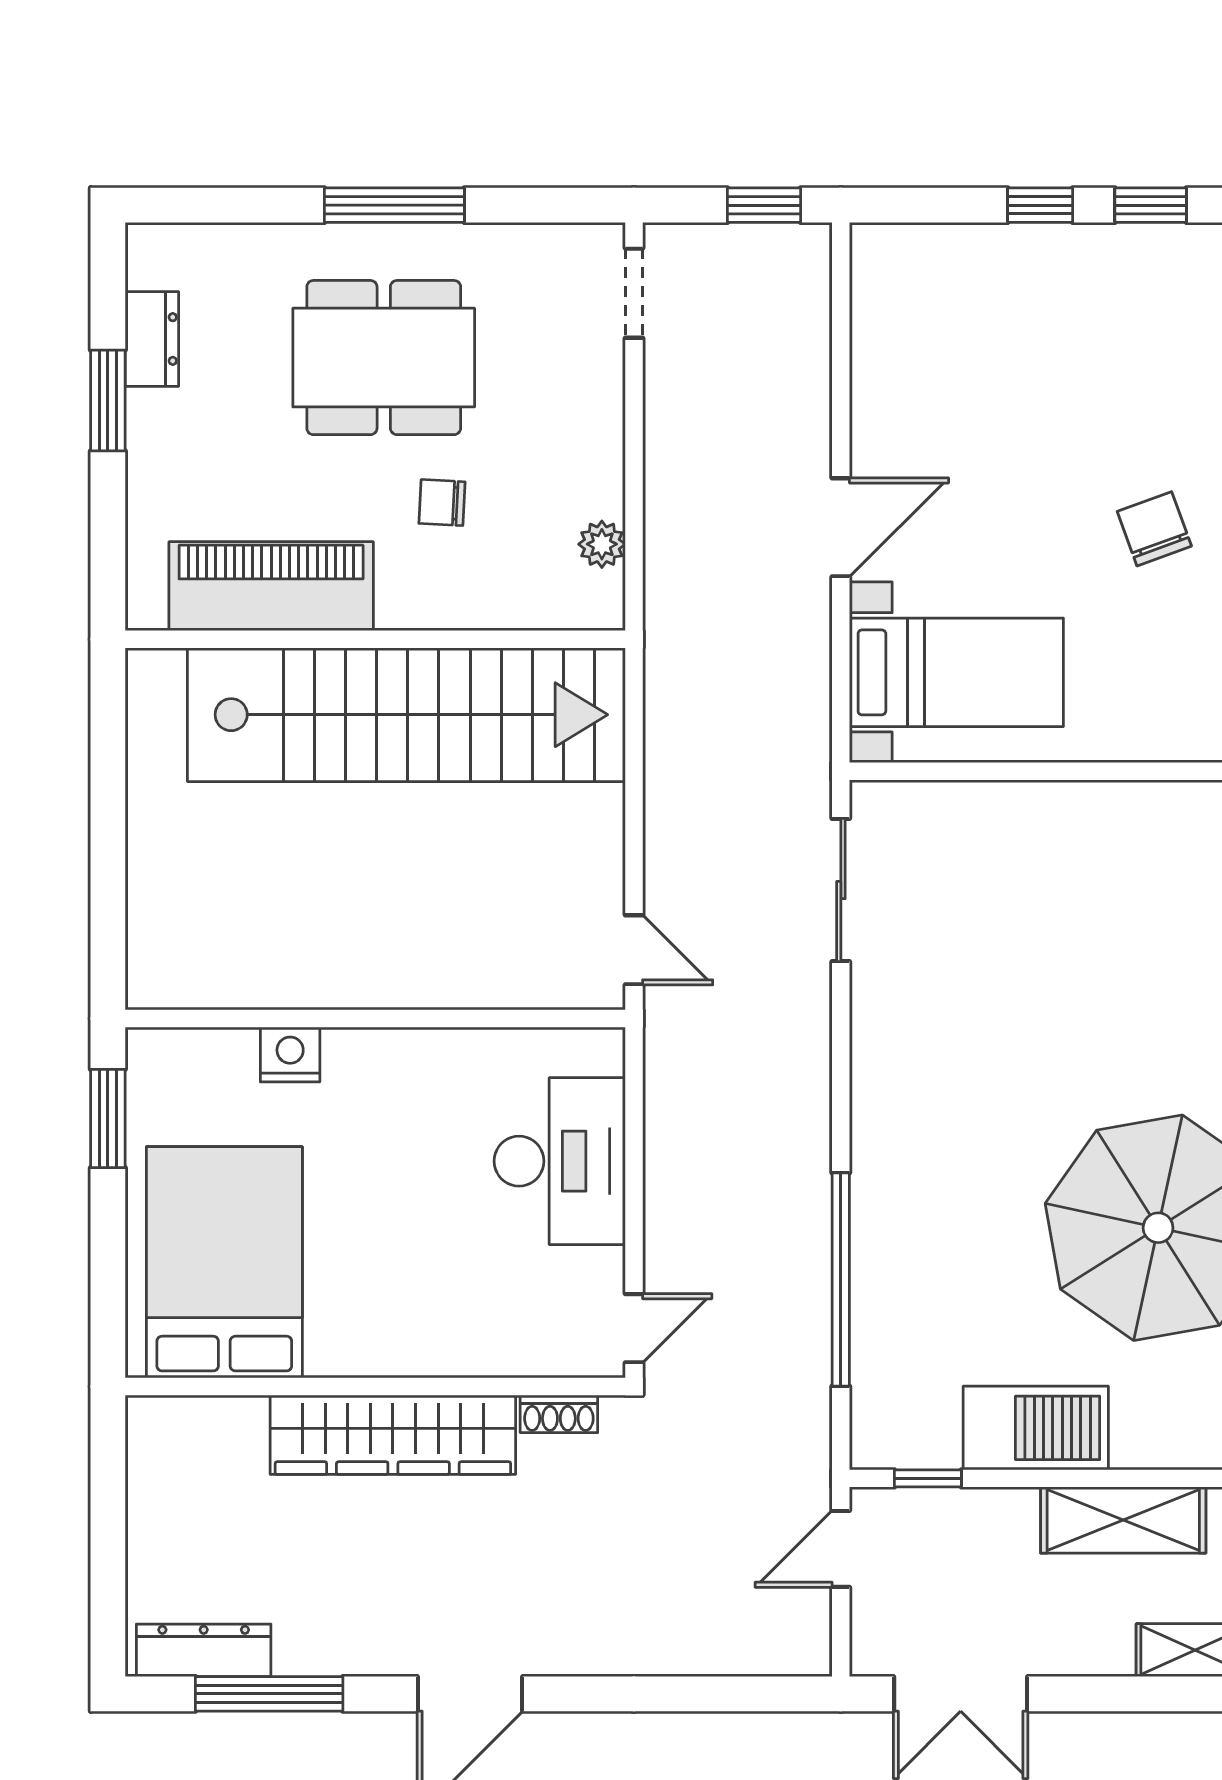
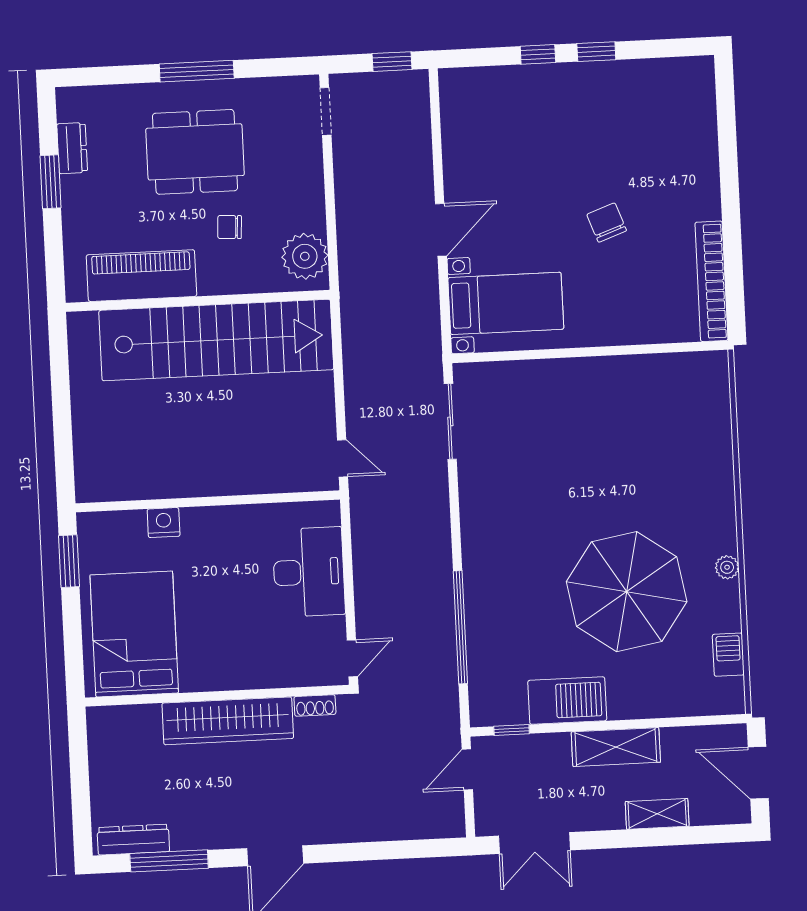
plant: (602, 544) -> (305, 256), width x1.87, depth x1.87

